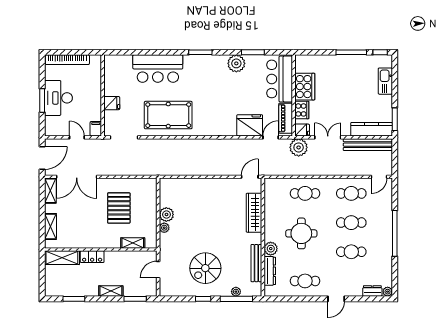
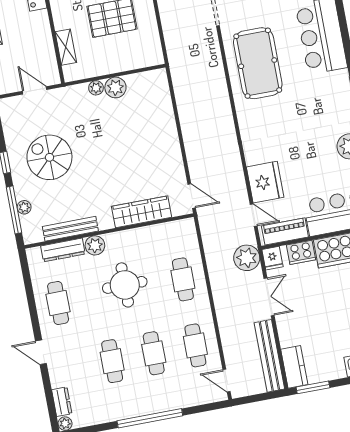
kitchen counter: (372, 129) -> (294, 367), width x0.67

